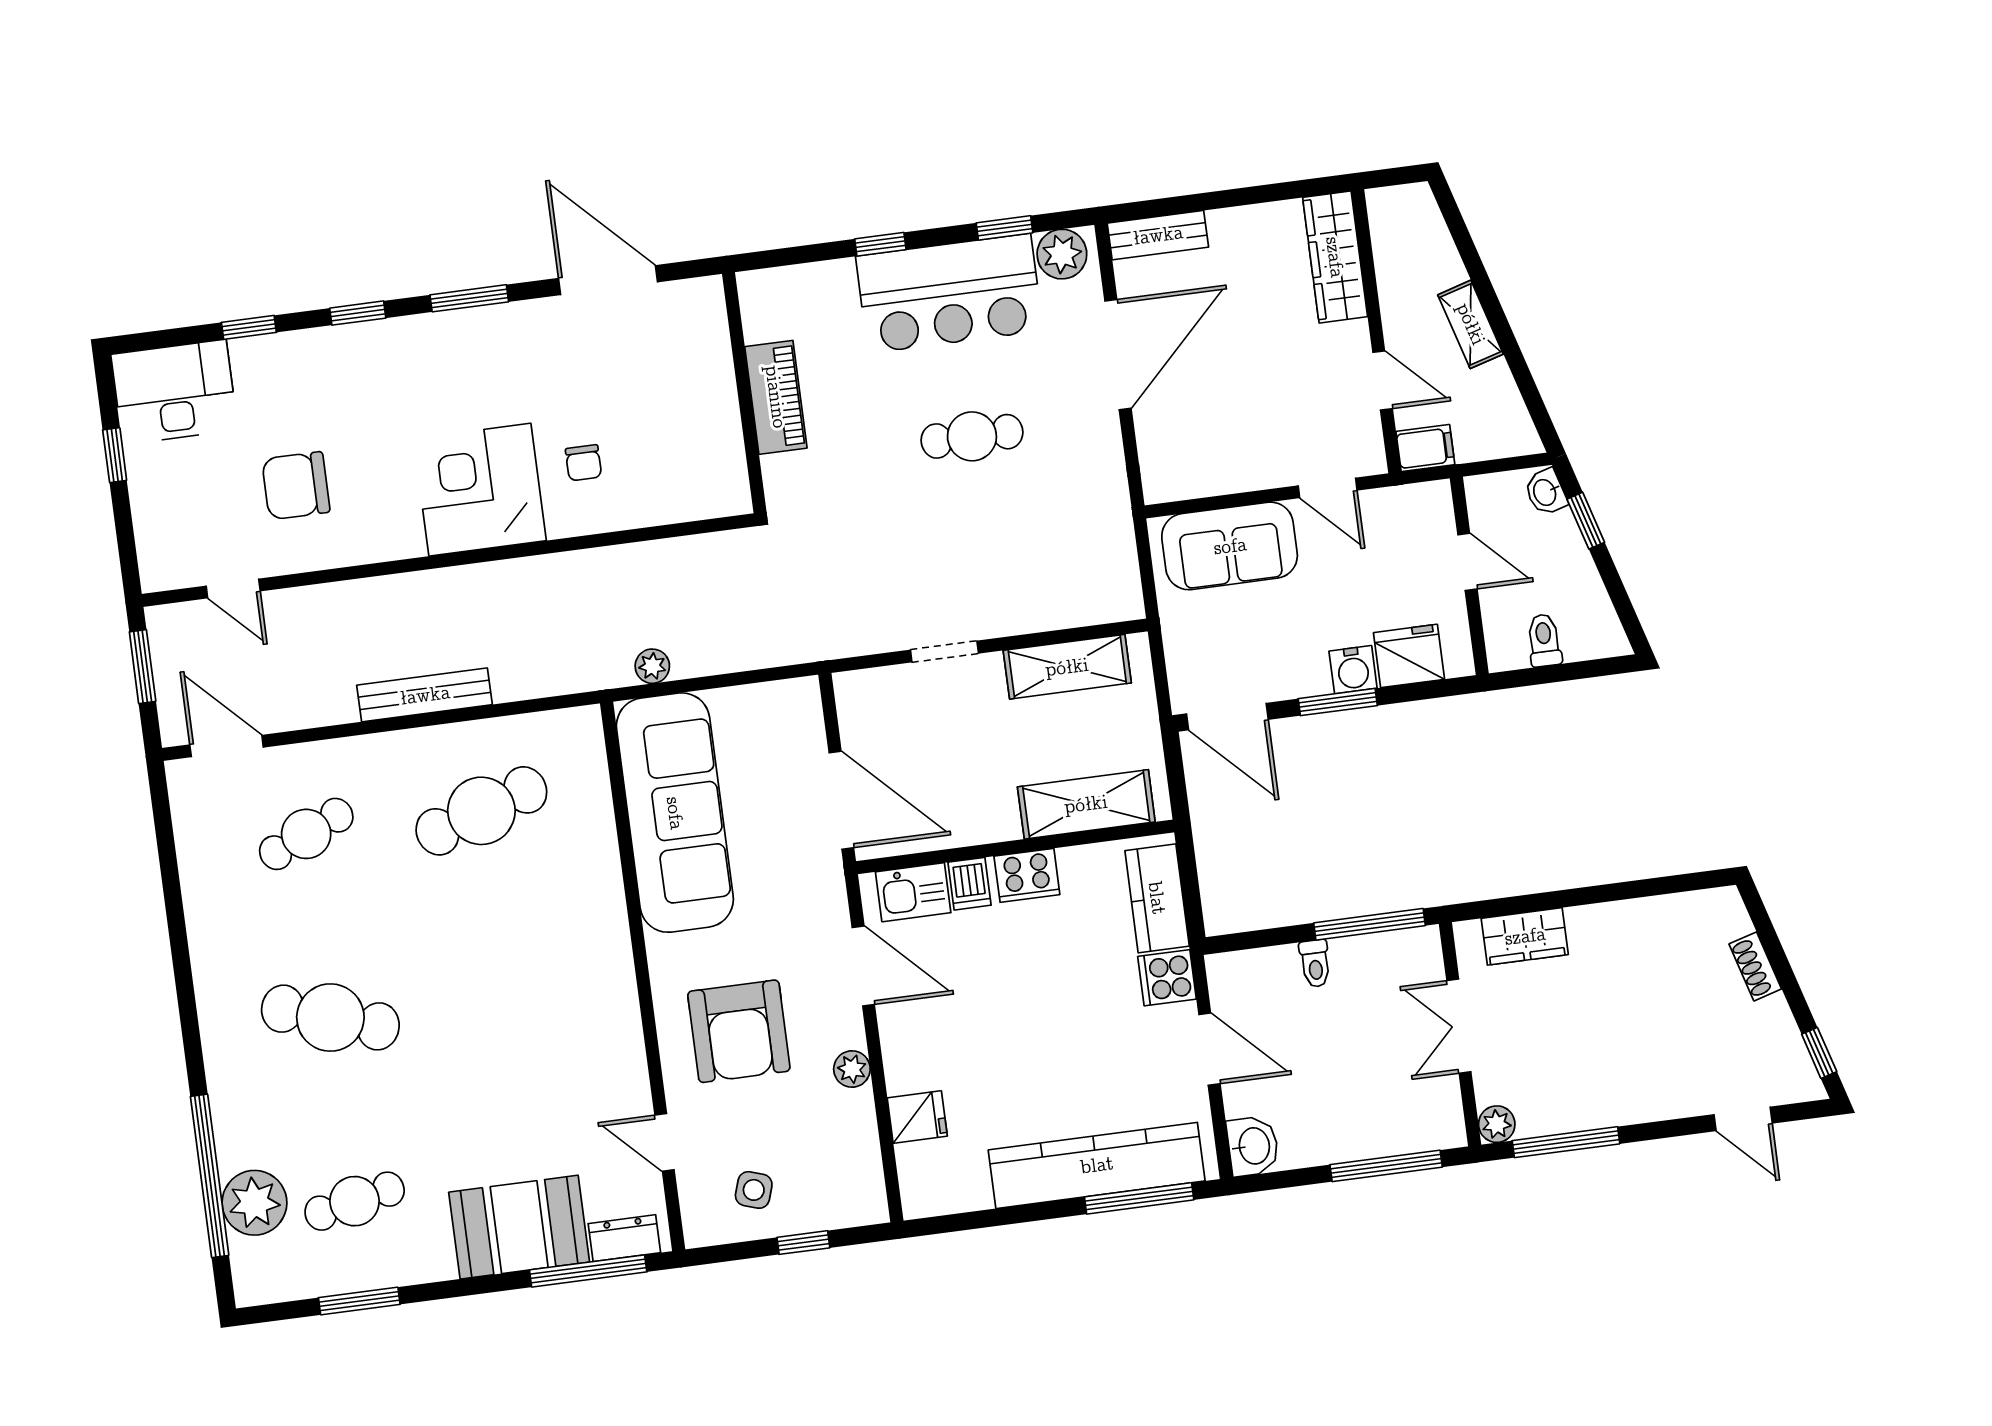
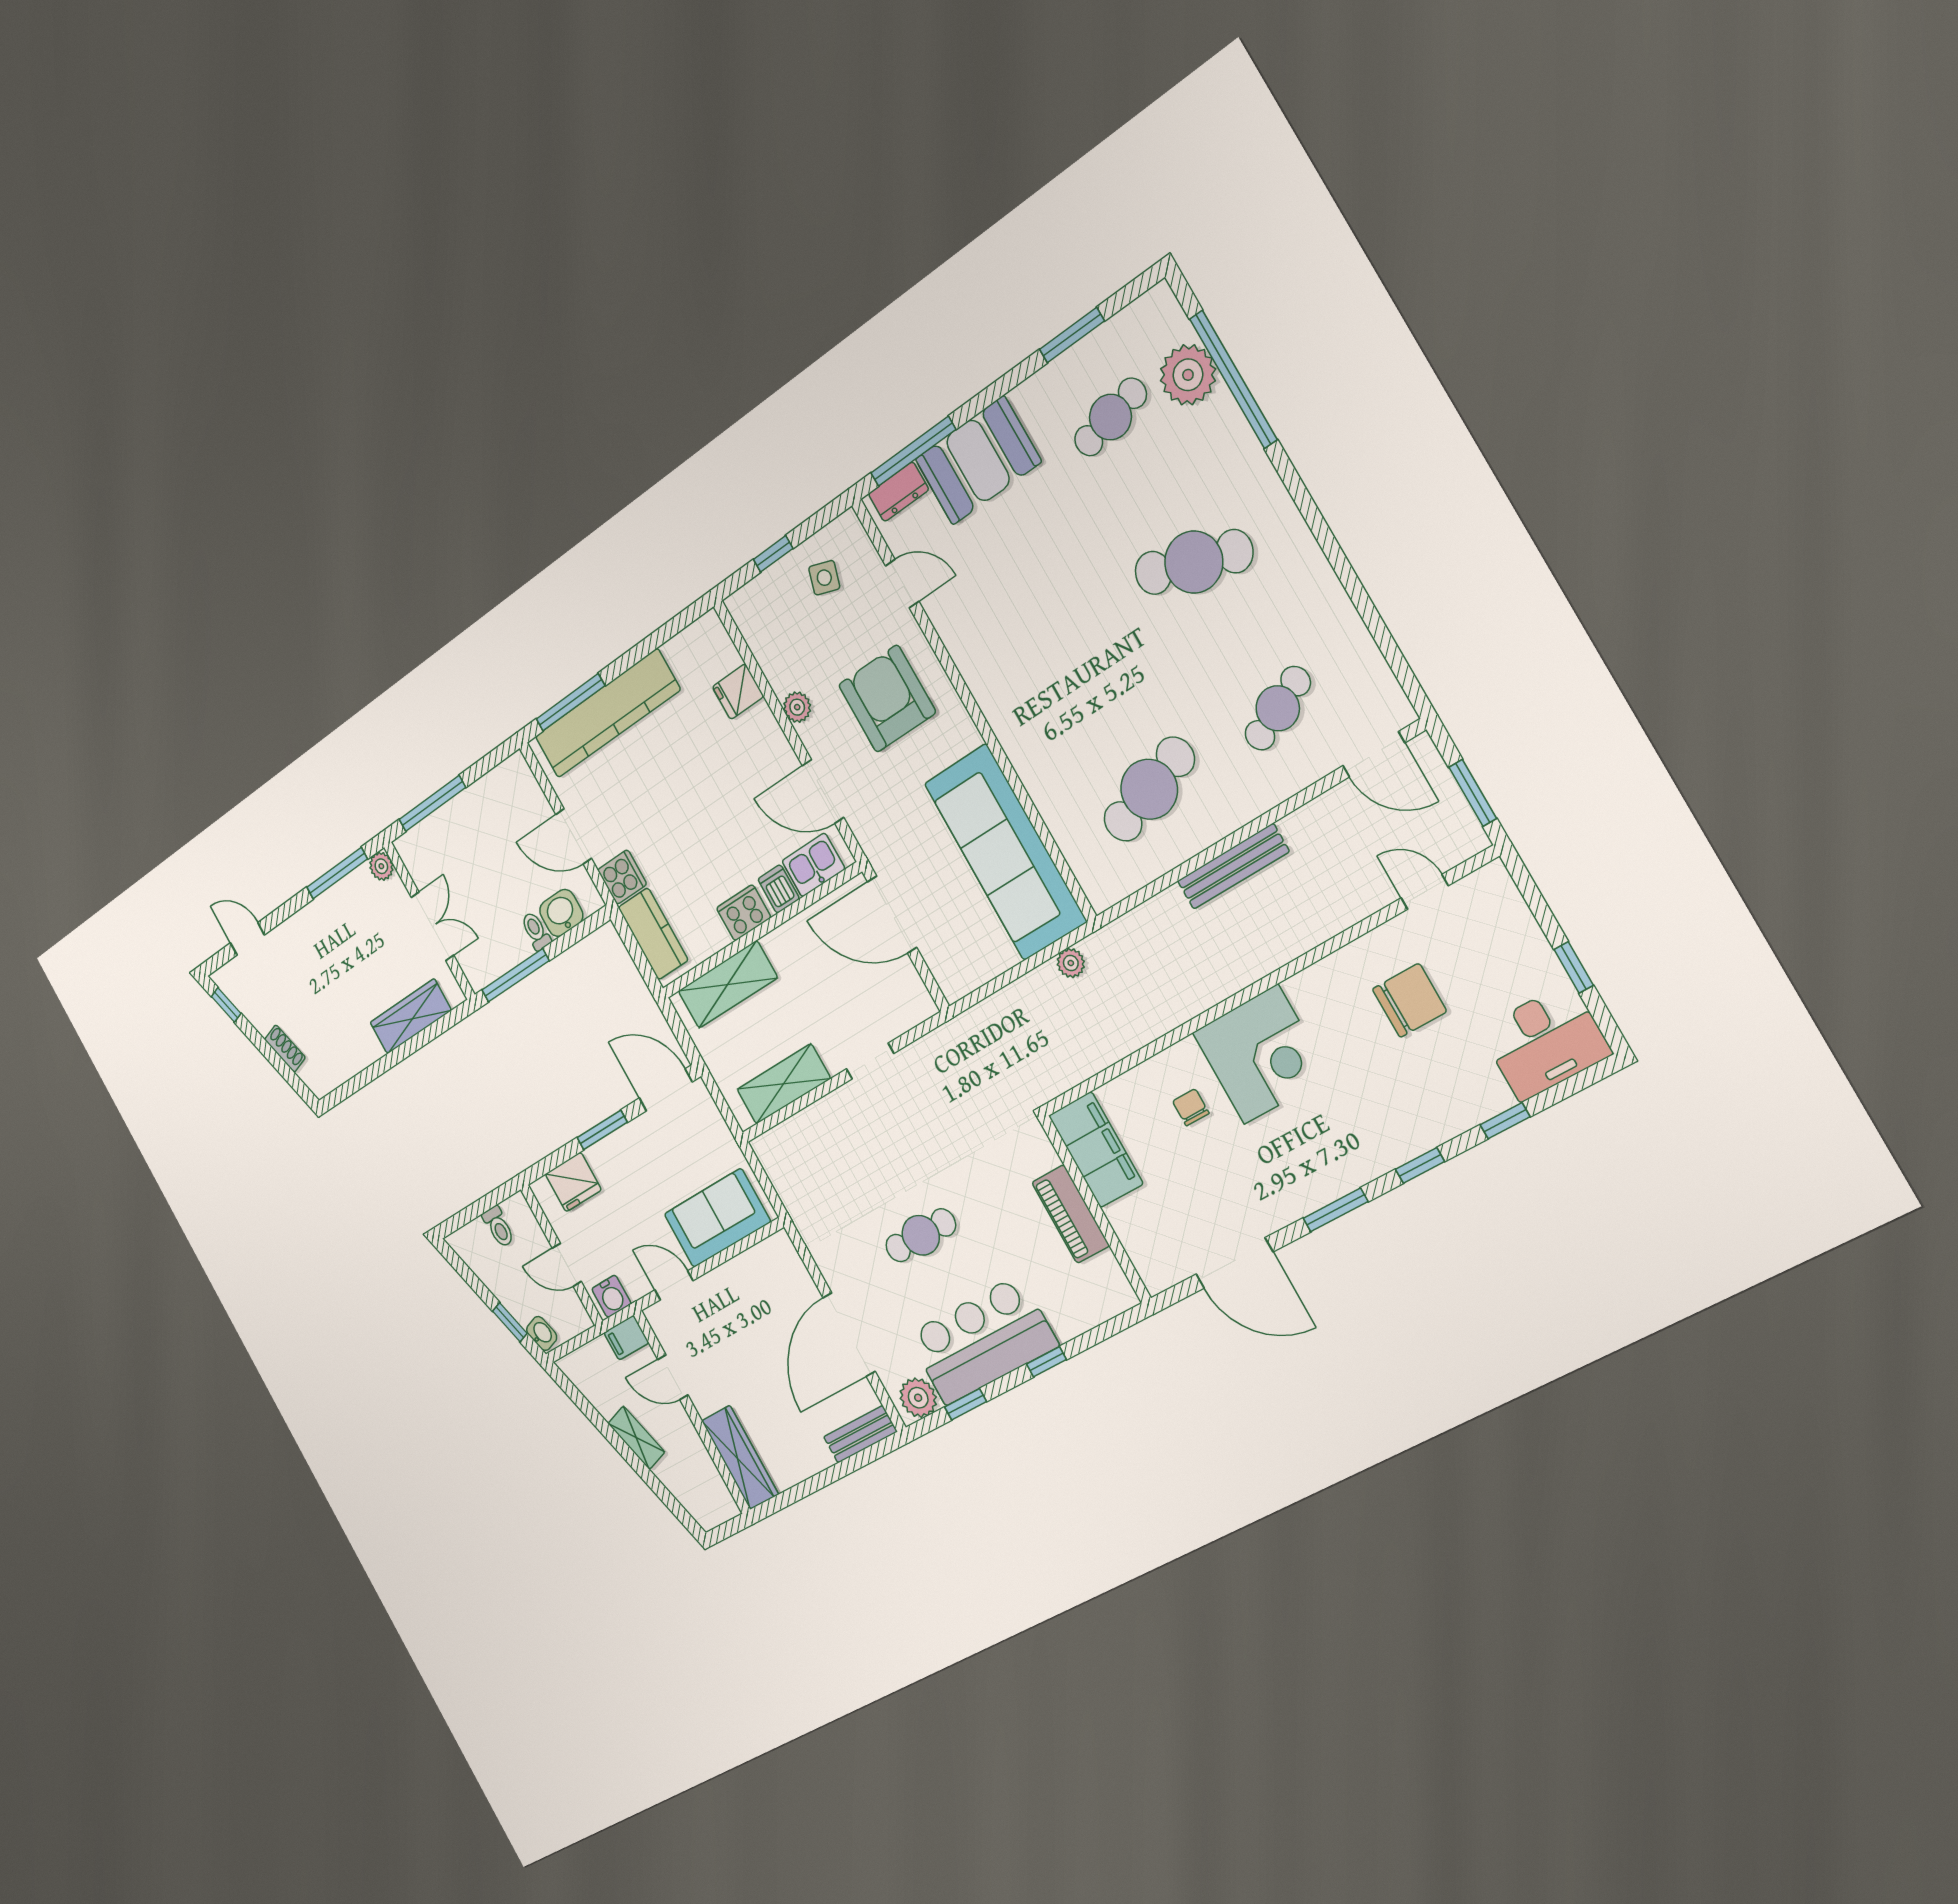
filing cabinet: (714, 457) -> (1096, 1150), added
water cooler: (1353, 670) -> (611, 1296), moved, turned 180
wardrobe: (1525, 936) -> (411, 1016), width x1.50
washbasin: (1253, 1146) -> (561, 913), moved, turned 90

